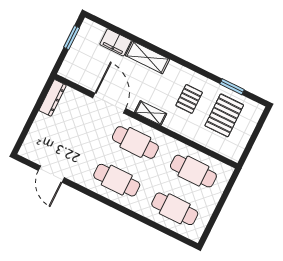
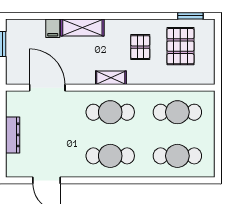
filing cabinet: (116, 42) -> (53, 28), width x0.50
window: (232, 87) -> (190, 16), moved
dresser: (53, 98) -> (13, 135), moved
door: (109, 103) -> (47, 88), moved

